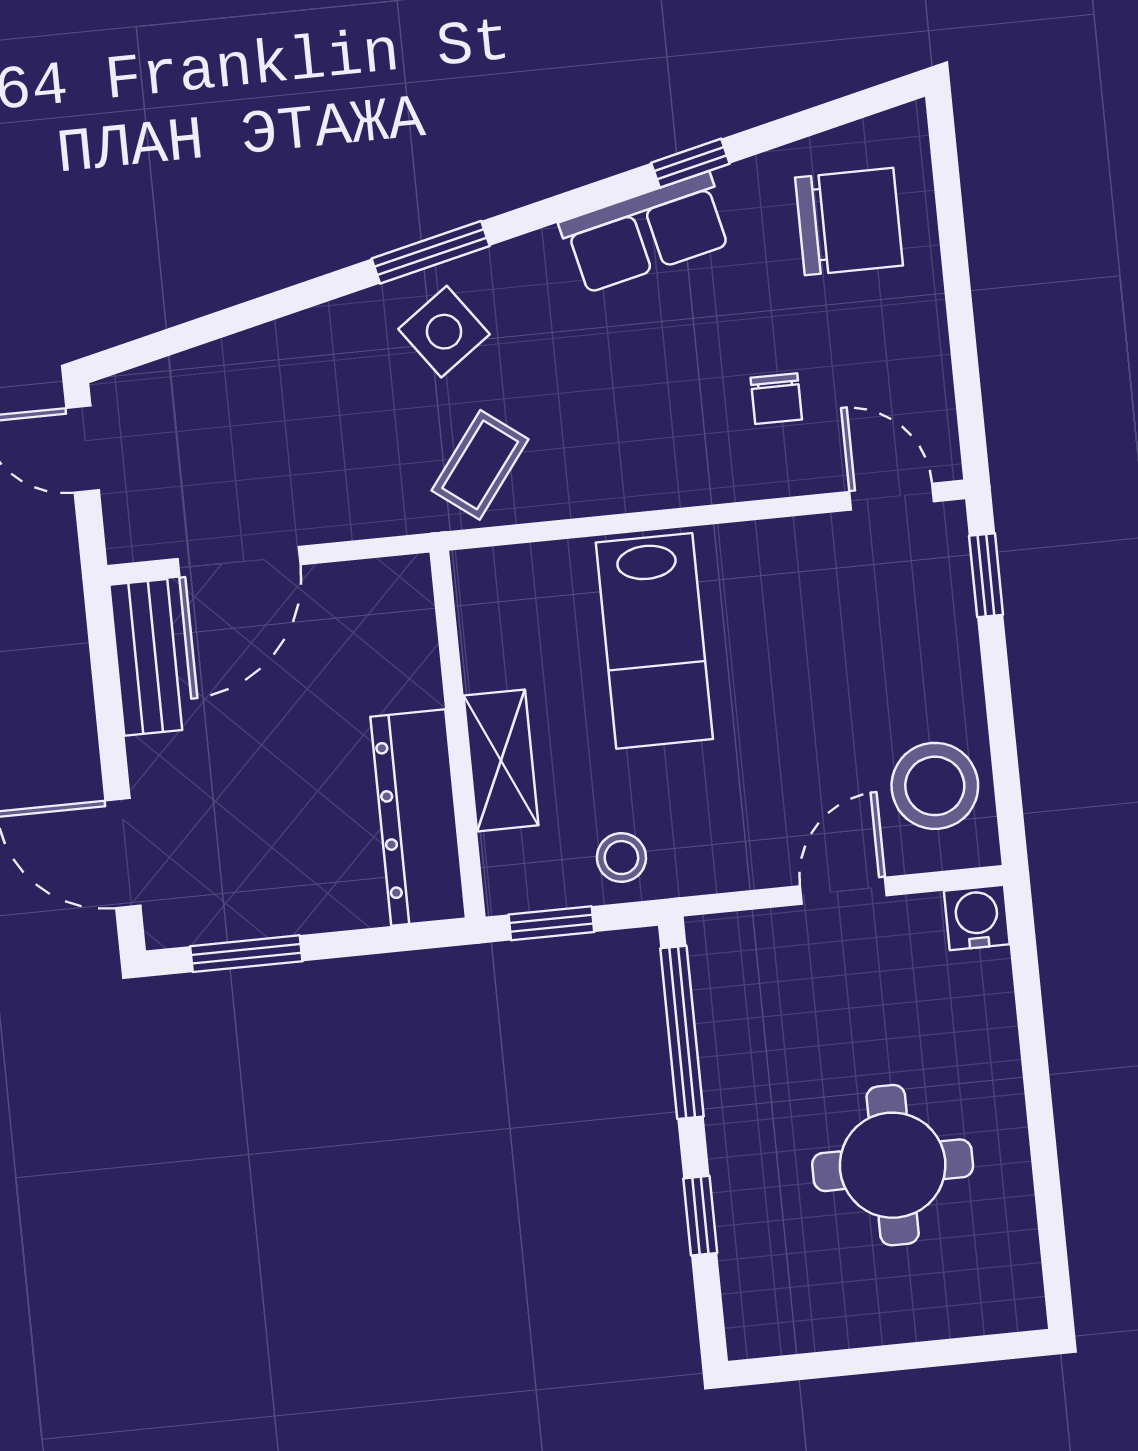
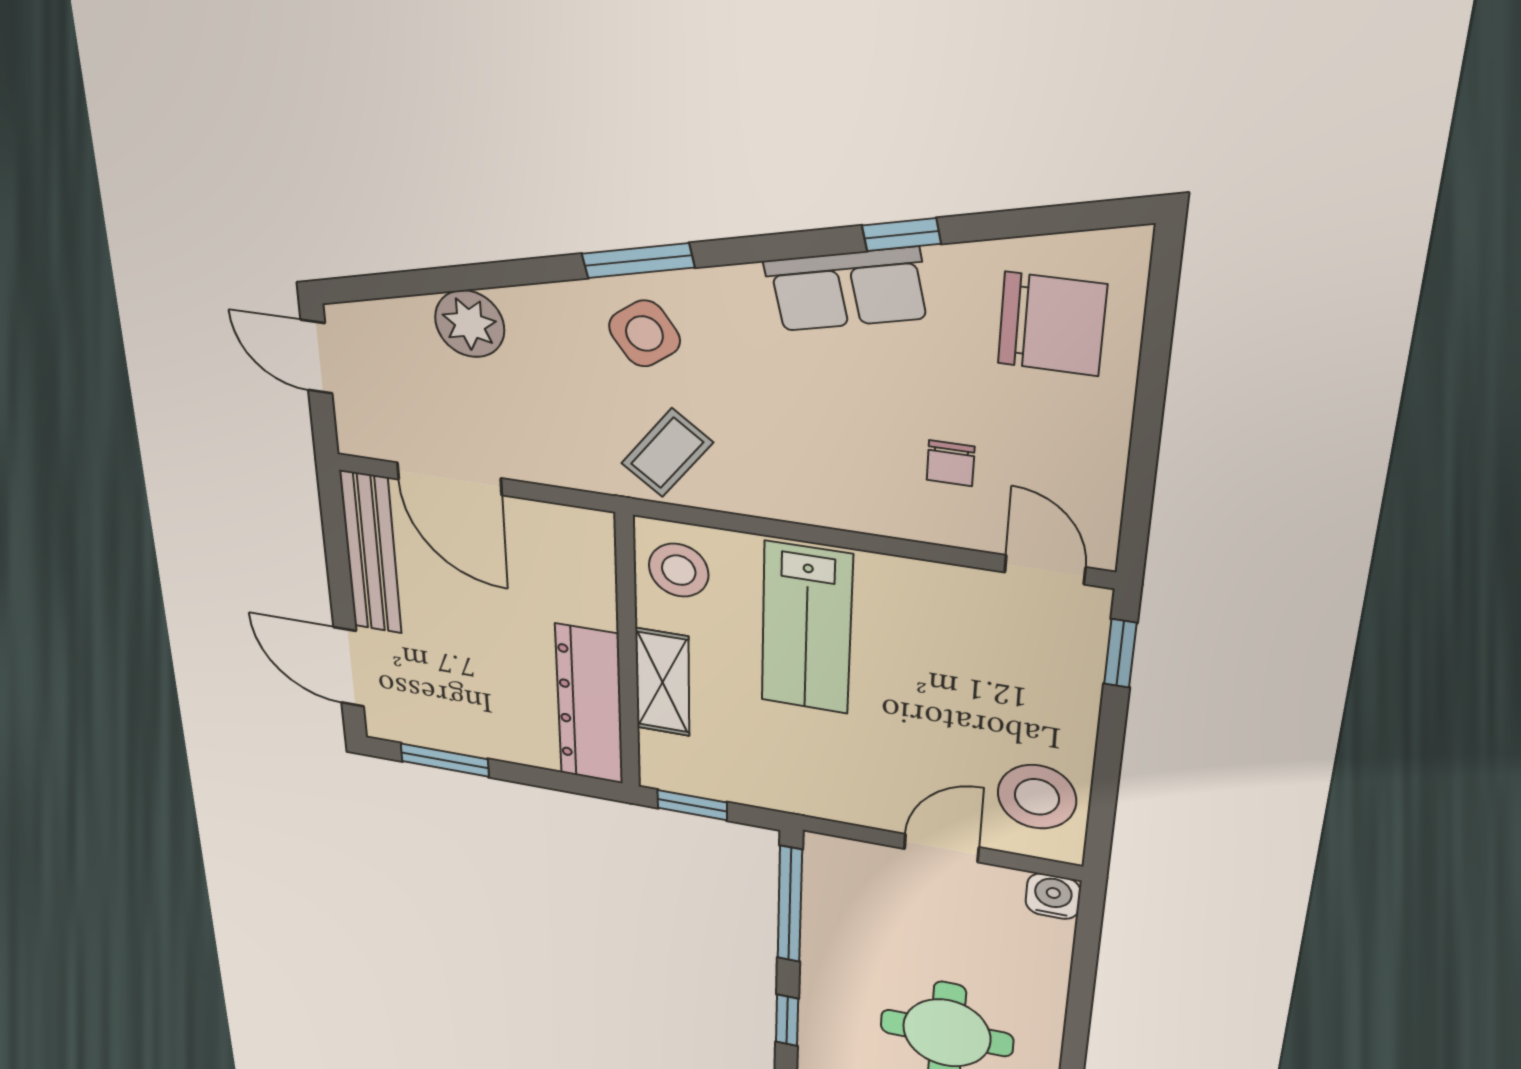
plant: (255, 367) -> (470, 324), added
door: (239, 562) -> (449, 479), hinge flipped
bench: (146, 657) -> (371, 553), width x1.36
stool: (621, 858) -> (679, 570), moved, width x1.37, depth x1.37

